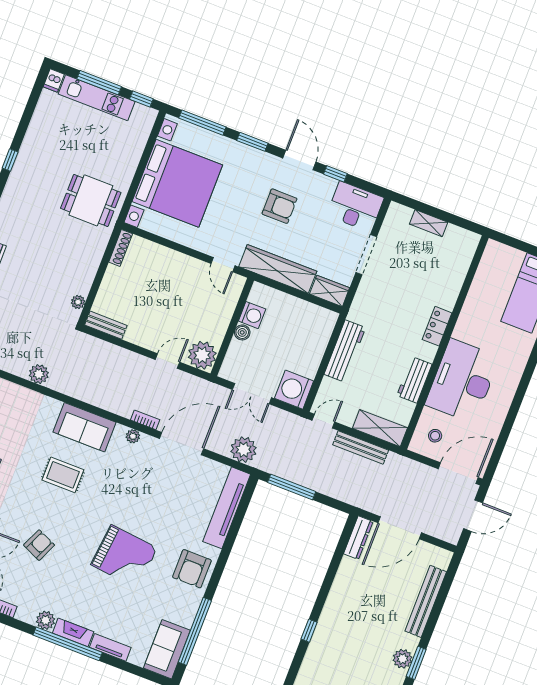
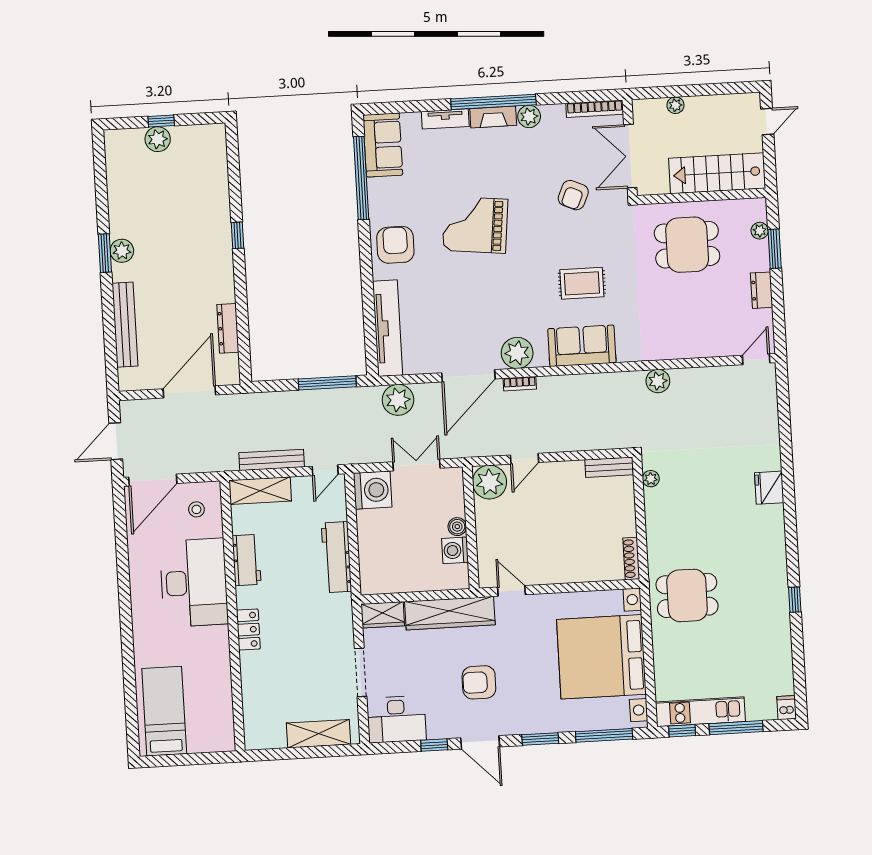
kitchen unit: (97, 98) -> (700, 712), moved
shelving: (429, 223) -> (319, 734), width x1.50, depth x1.33
plant: (133, 436) -> (517, 353), width x1.87, depth x1.87
dresser: (358, 538) -> (228, 328), moved

